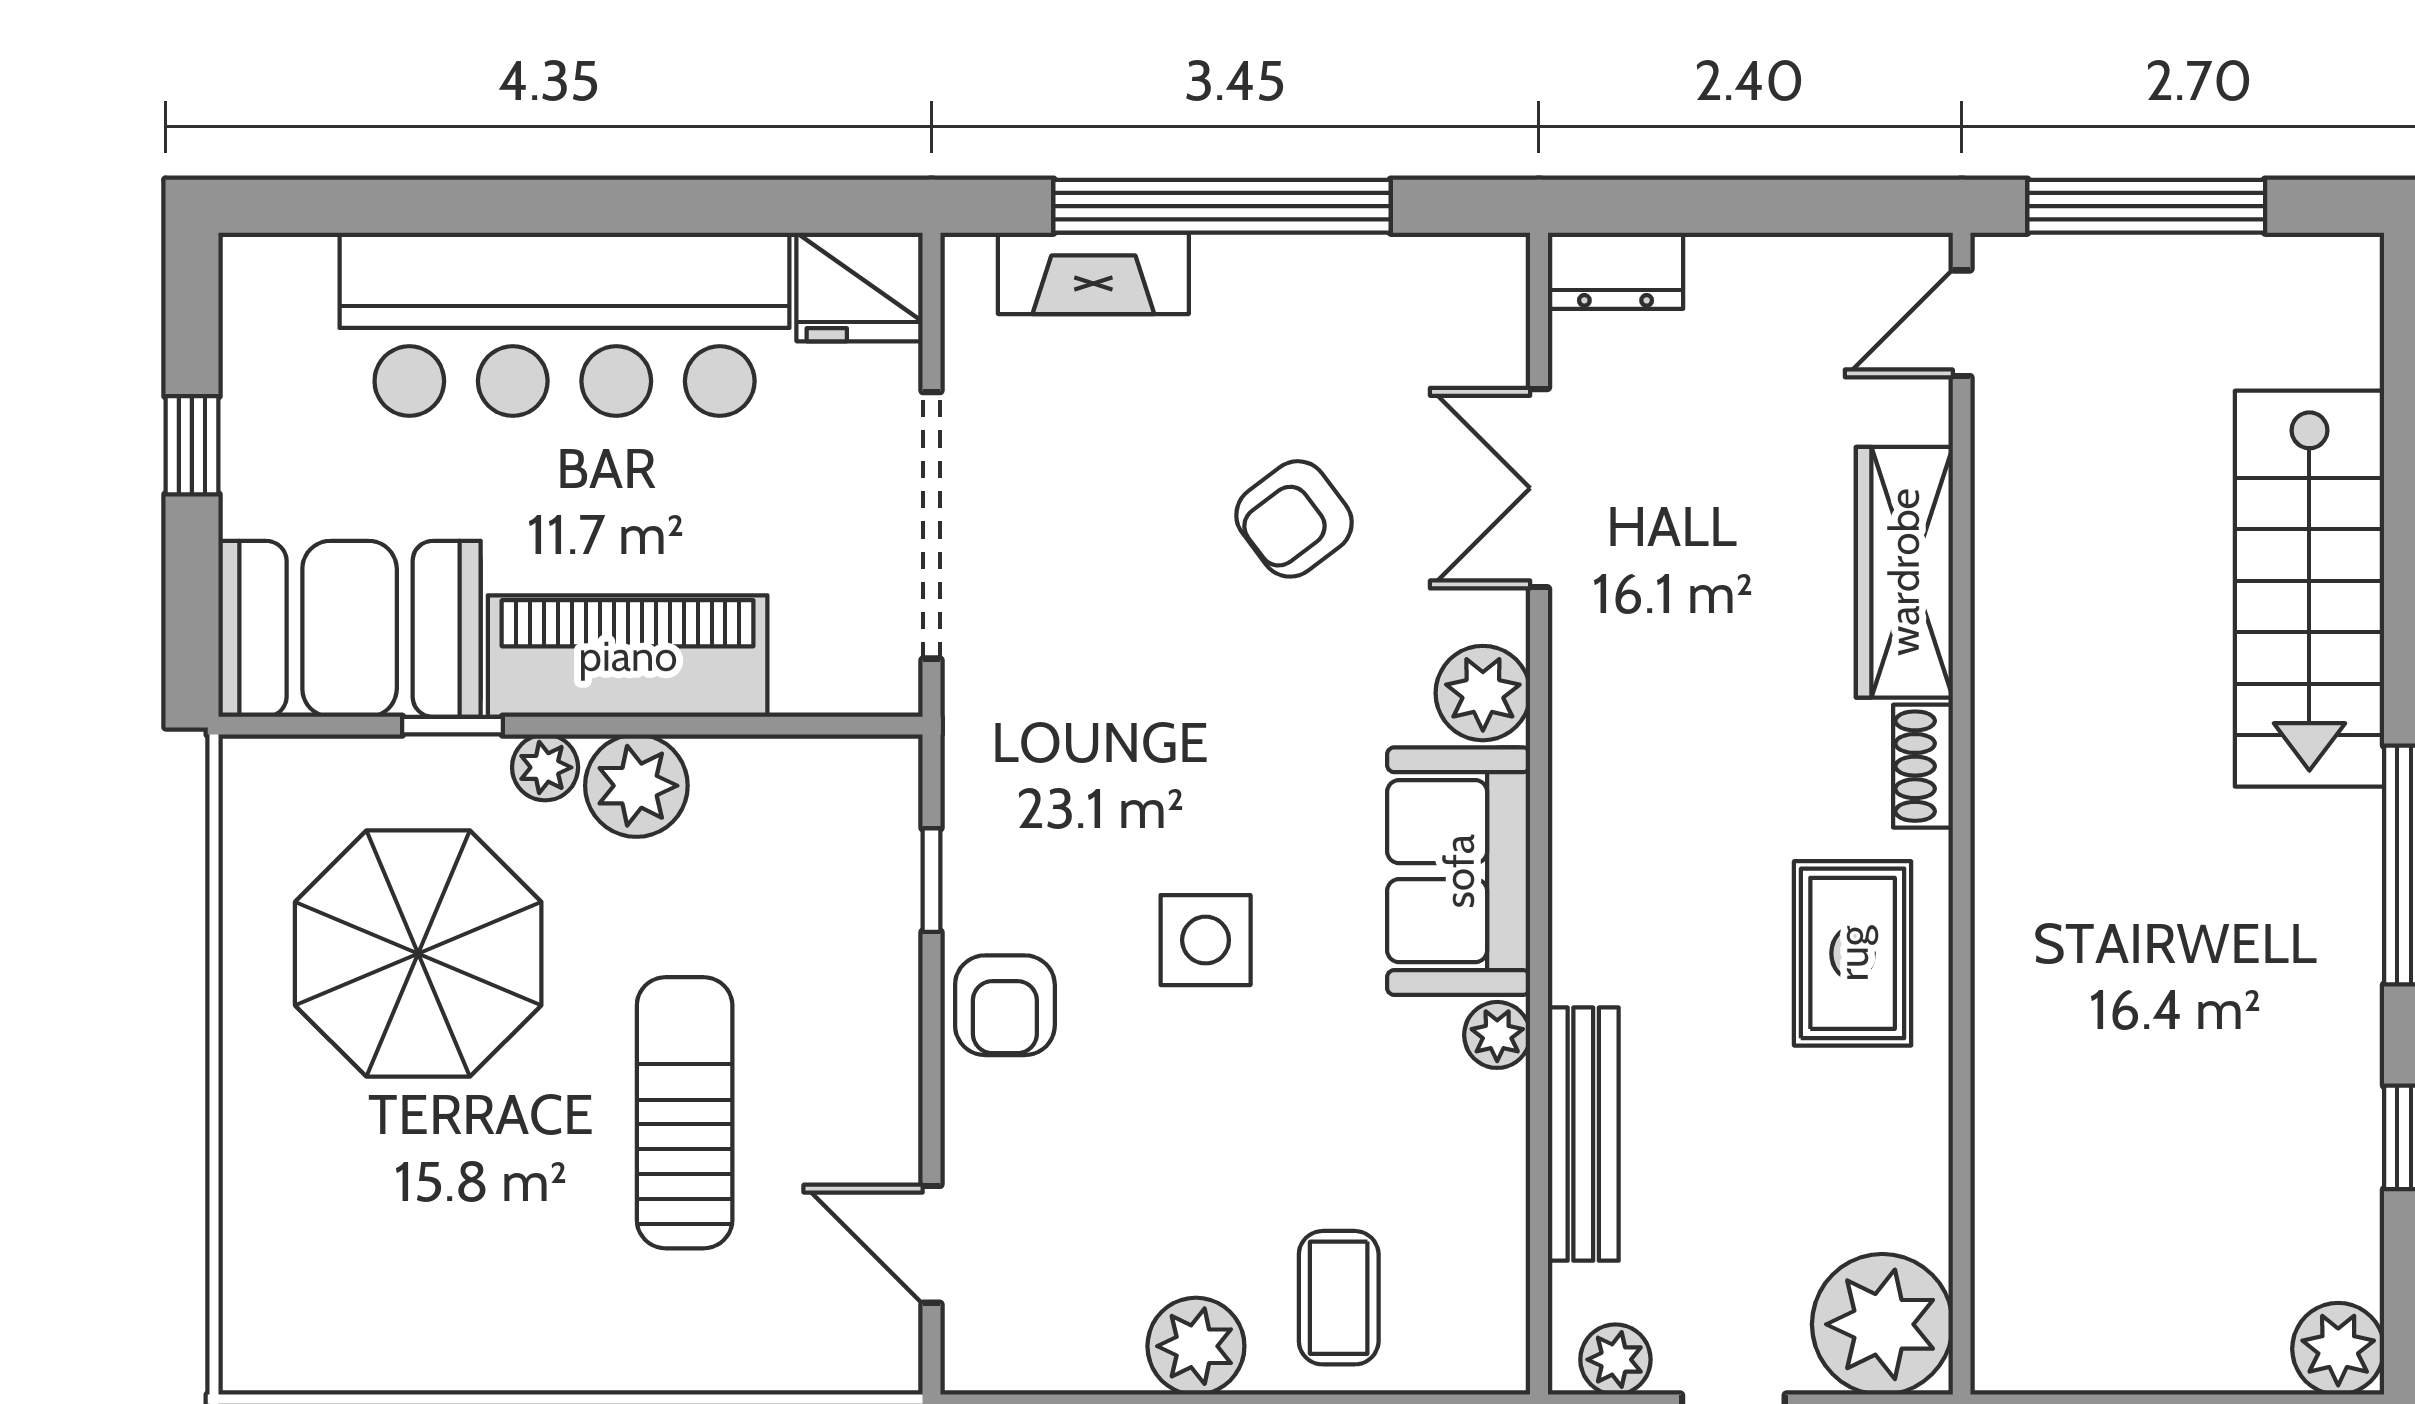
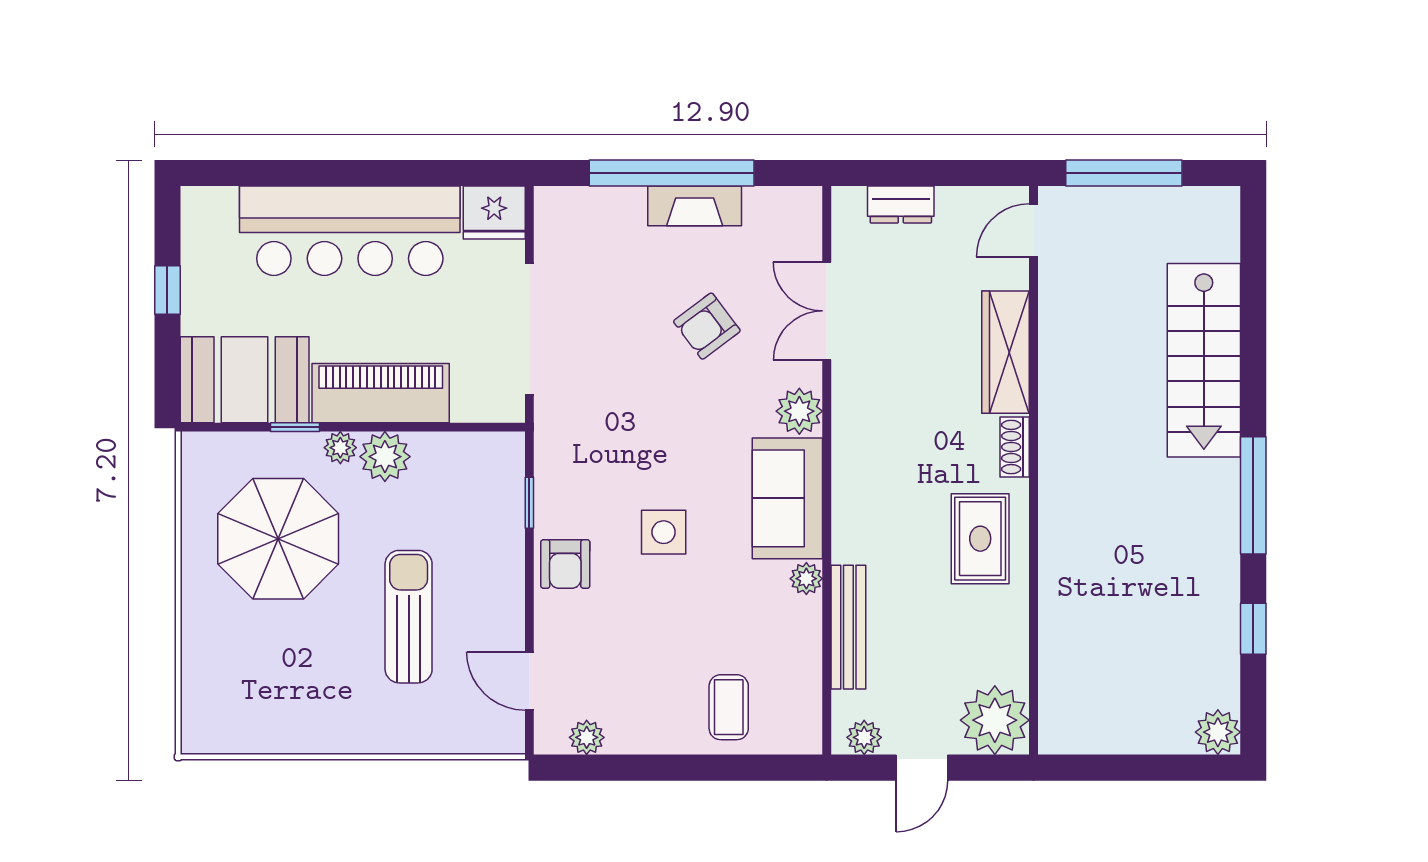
dresser: (1615, 271) -> (901, 205), moved
fireplace: (1093, 273) -> (695, 206), moved
plant: (1196, 1346) -> (587, 737), moved, width x0.73, depth x0.73

